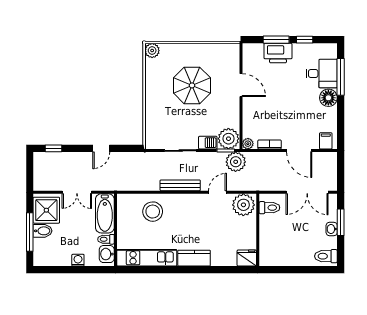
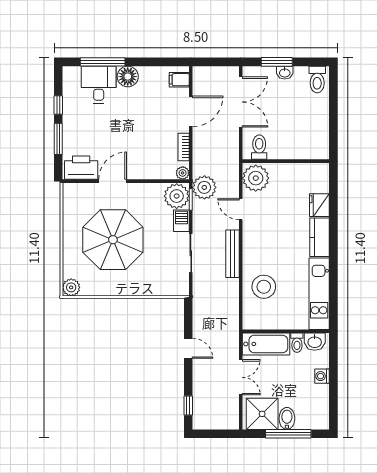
printer: (278, 53) -> (81, 168), moved, turned -90
parasol: (192, 85) -> (113, 240), width x1.36, depth x1.36
fridge: (247, 258) -> (319, 205), moved

